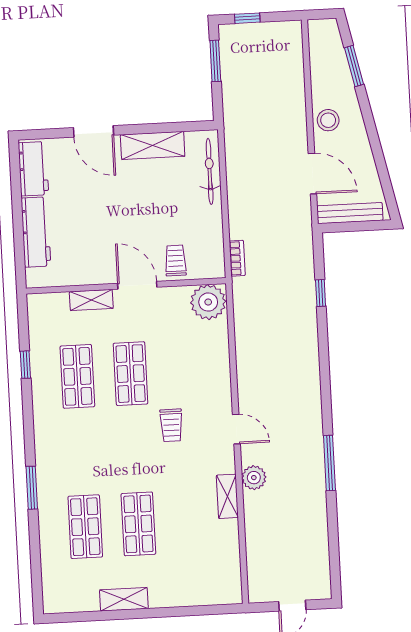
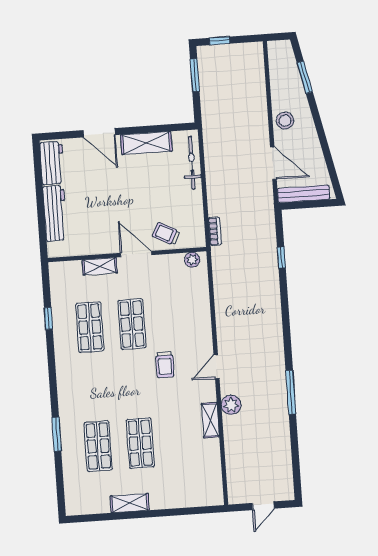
trolley: (176, 260) -> (166, 234), turned -63
plant: (208, 302) -> (192, 260), width x0.53, depth x0.53
door: (236, 429) -> (217, 367), swing flipped
window: (32, 488) -> (57, 434), moved

